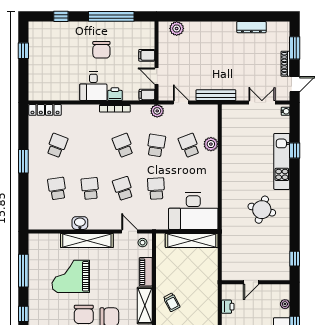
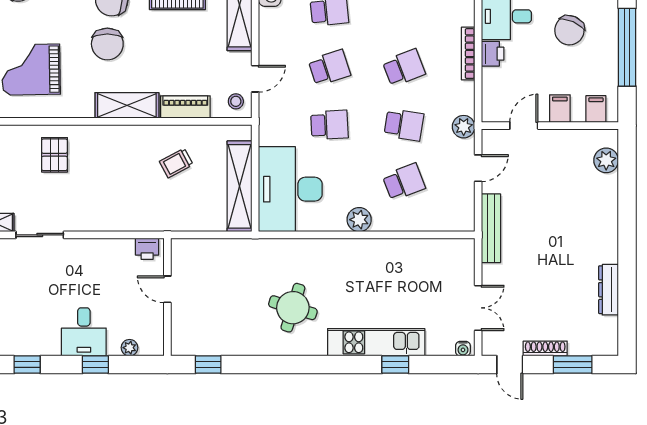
chair: (101, 50) -> (569, 30), turned -66
filing cabinet: (147, 95) -> (596, 109), moved
plant: (211, 144) -> (359, 220), moved
trolley: (172, 302) -> (176, 163), moved
printer: (228, 307) -> (147, 249), moved

